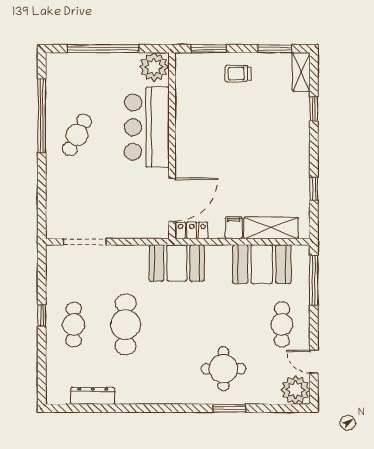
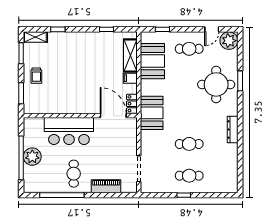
plant: (154, 67) -> (32, 157), moved
cafe table: (77, 135) -> (74, 174), turned 63
piano: (56, 188) -> (106, 186), added
window: (314, 280) -> (162, 29), width x0.46
cafe table: (126, 324) -> (189, 144), width x0.73, depth x0.74
round table: (223, 369) -> (216, 84), width x1.36, depth x1.36
dresser: (93, 396) -> (233, 129), moved

